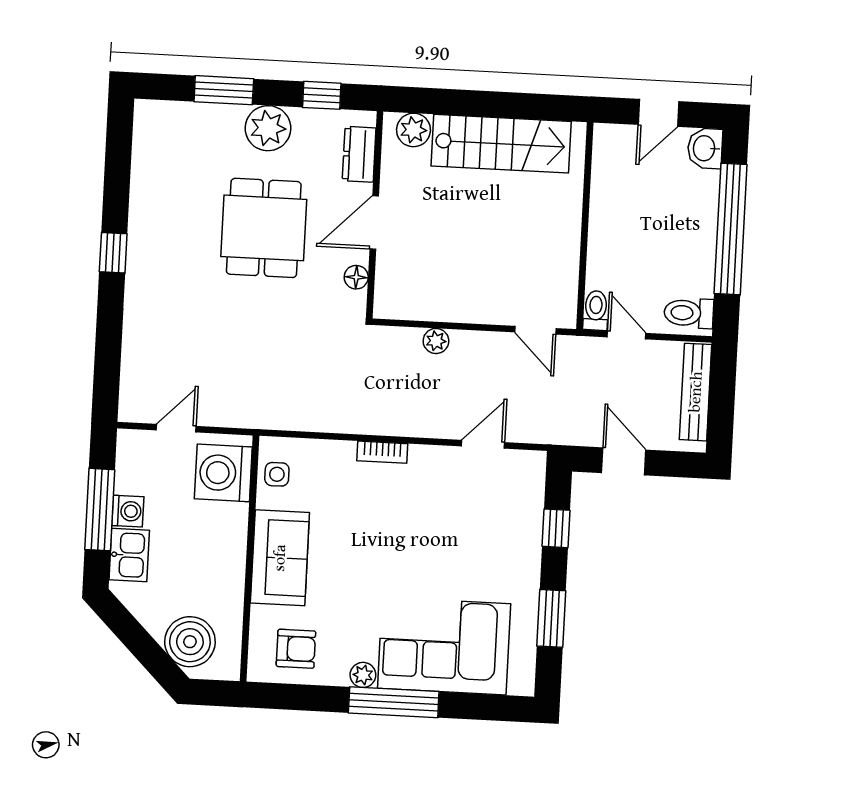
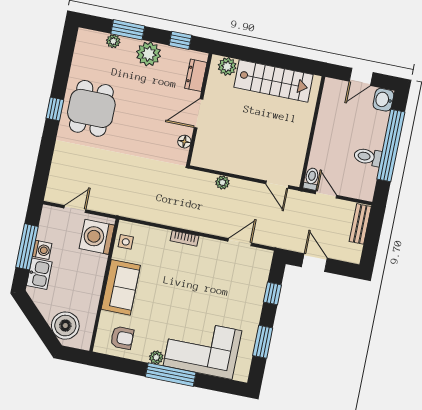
plant: (201, 115) -> (113, 41), added
dining table: (264, 228) -> (91, 108), moved
toilet: (689, 313) -> (368, 157), moved
bench: (696, 392) -> (360, 224), width x0.73

